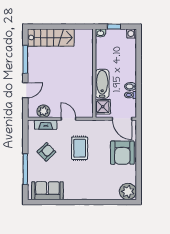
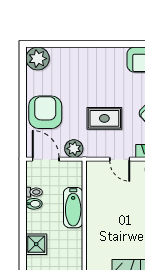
shower: (103, 107) -> (36, 244), moved
plant: (102, 126) -> (74, 149), added
rug: (80, 148) -> (104, 118), turned 90

